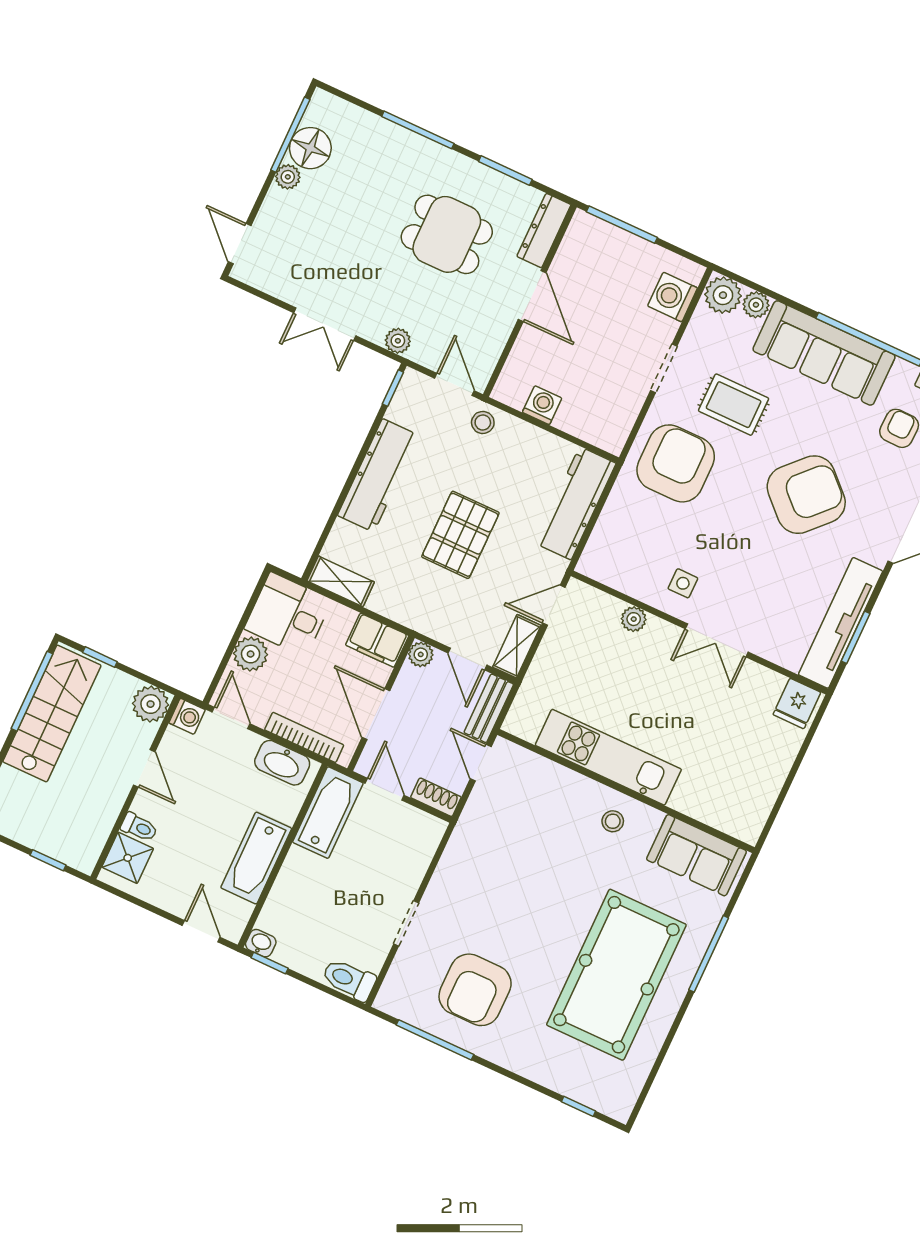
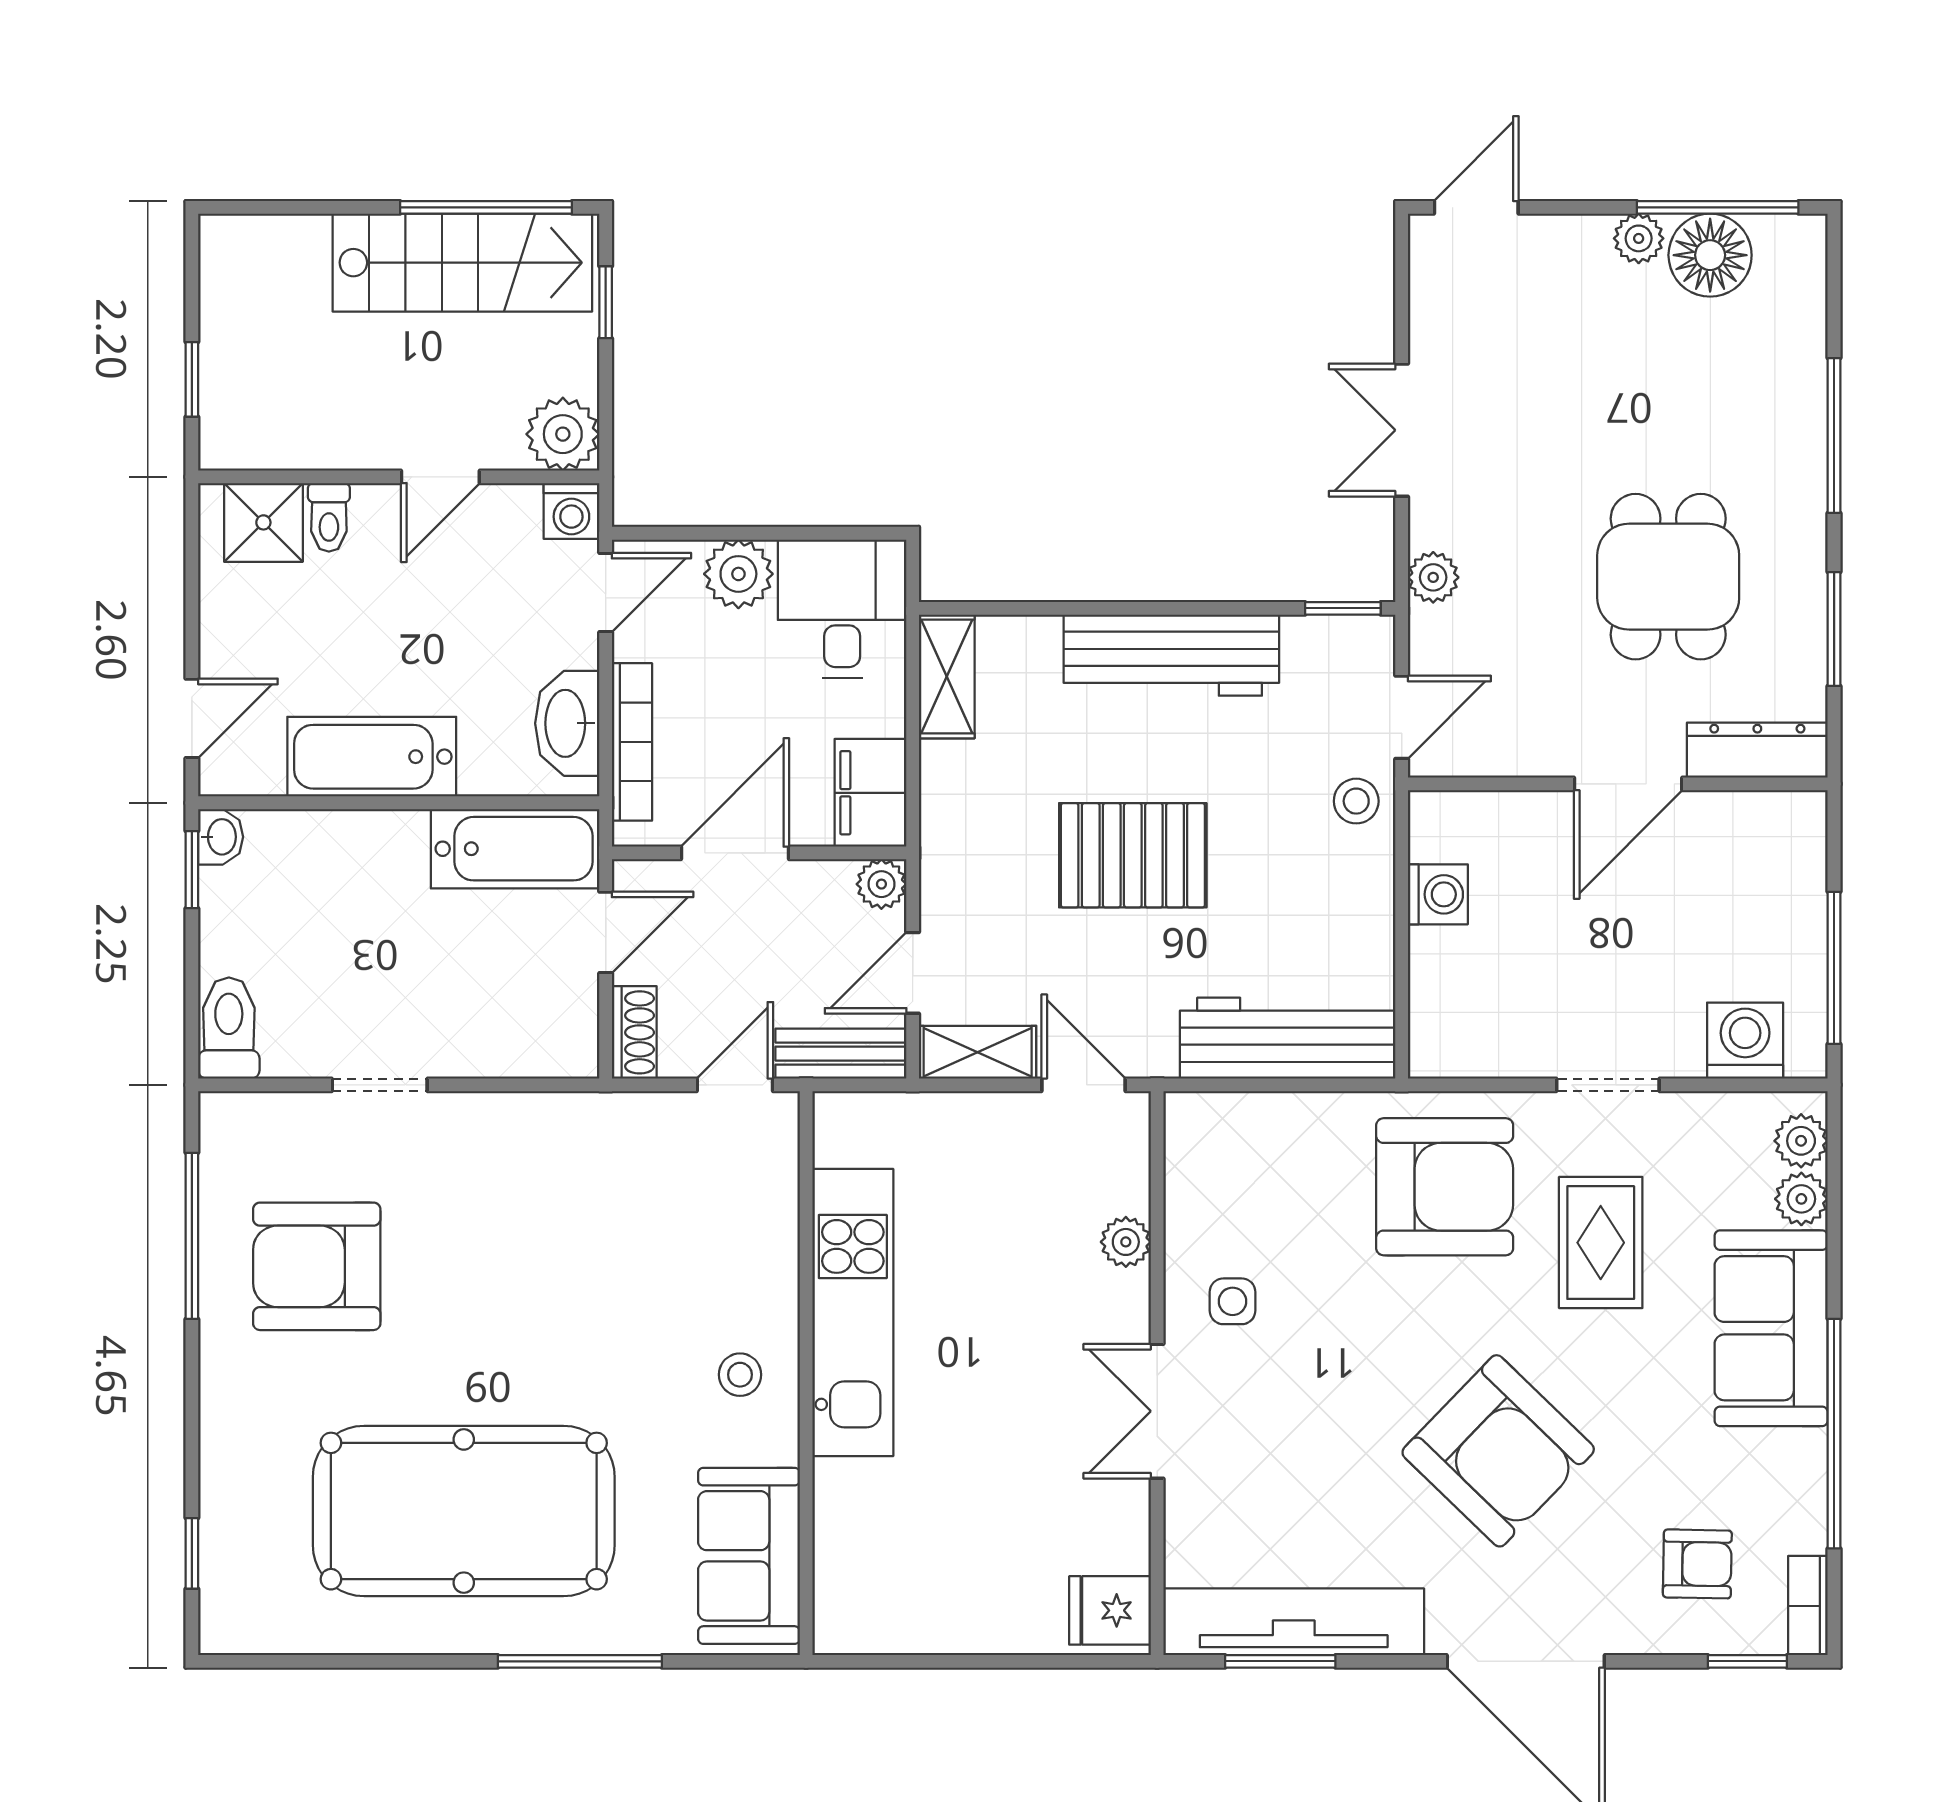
window: (622, 225) -> (1834, 968), moved
plant: (723, 295) -> (1801, 1141), width x0.73, depth x0.73
sofa: (824, 353) -> (1771, 1328), width x0.73

